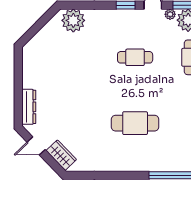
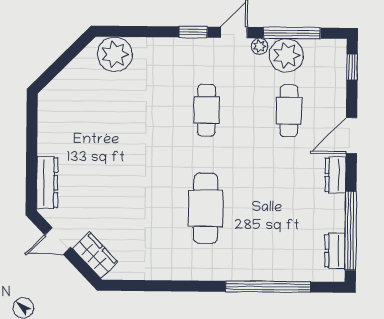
cafe table: (135, 57) -> (207, 110), turned 90
cafe table: (135, 123) -> (206, 208), turned 90

